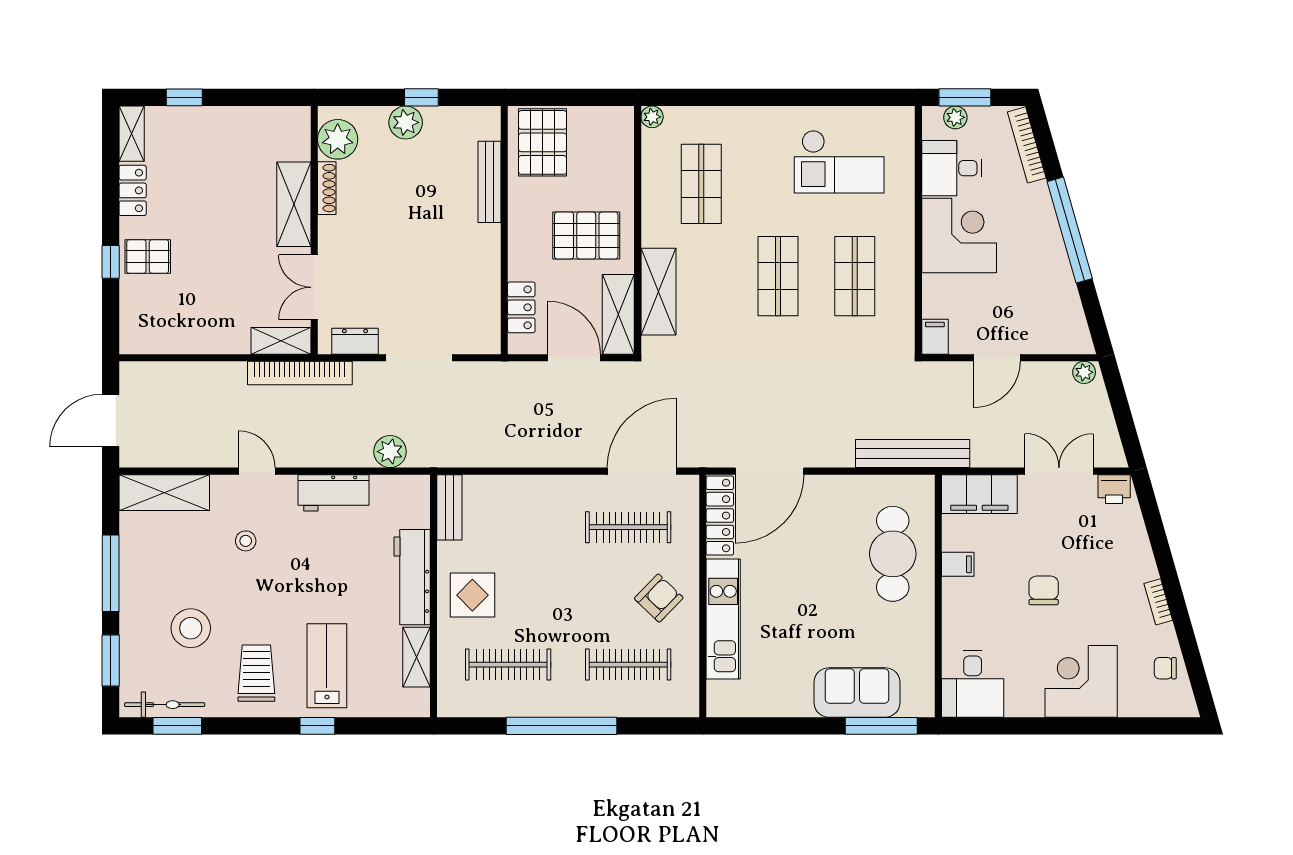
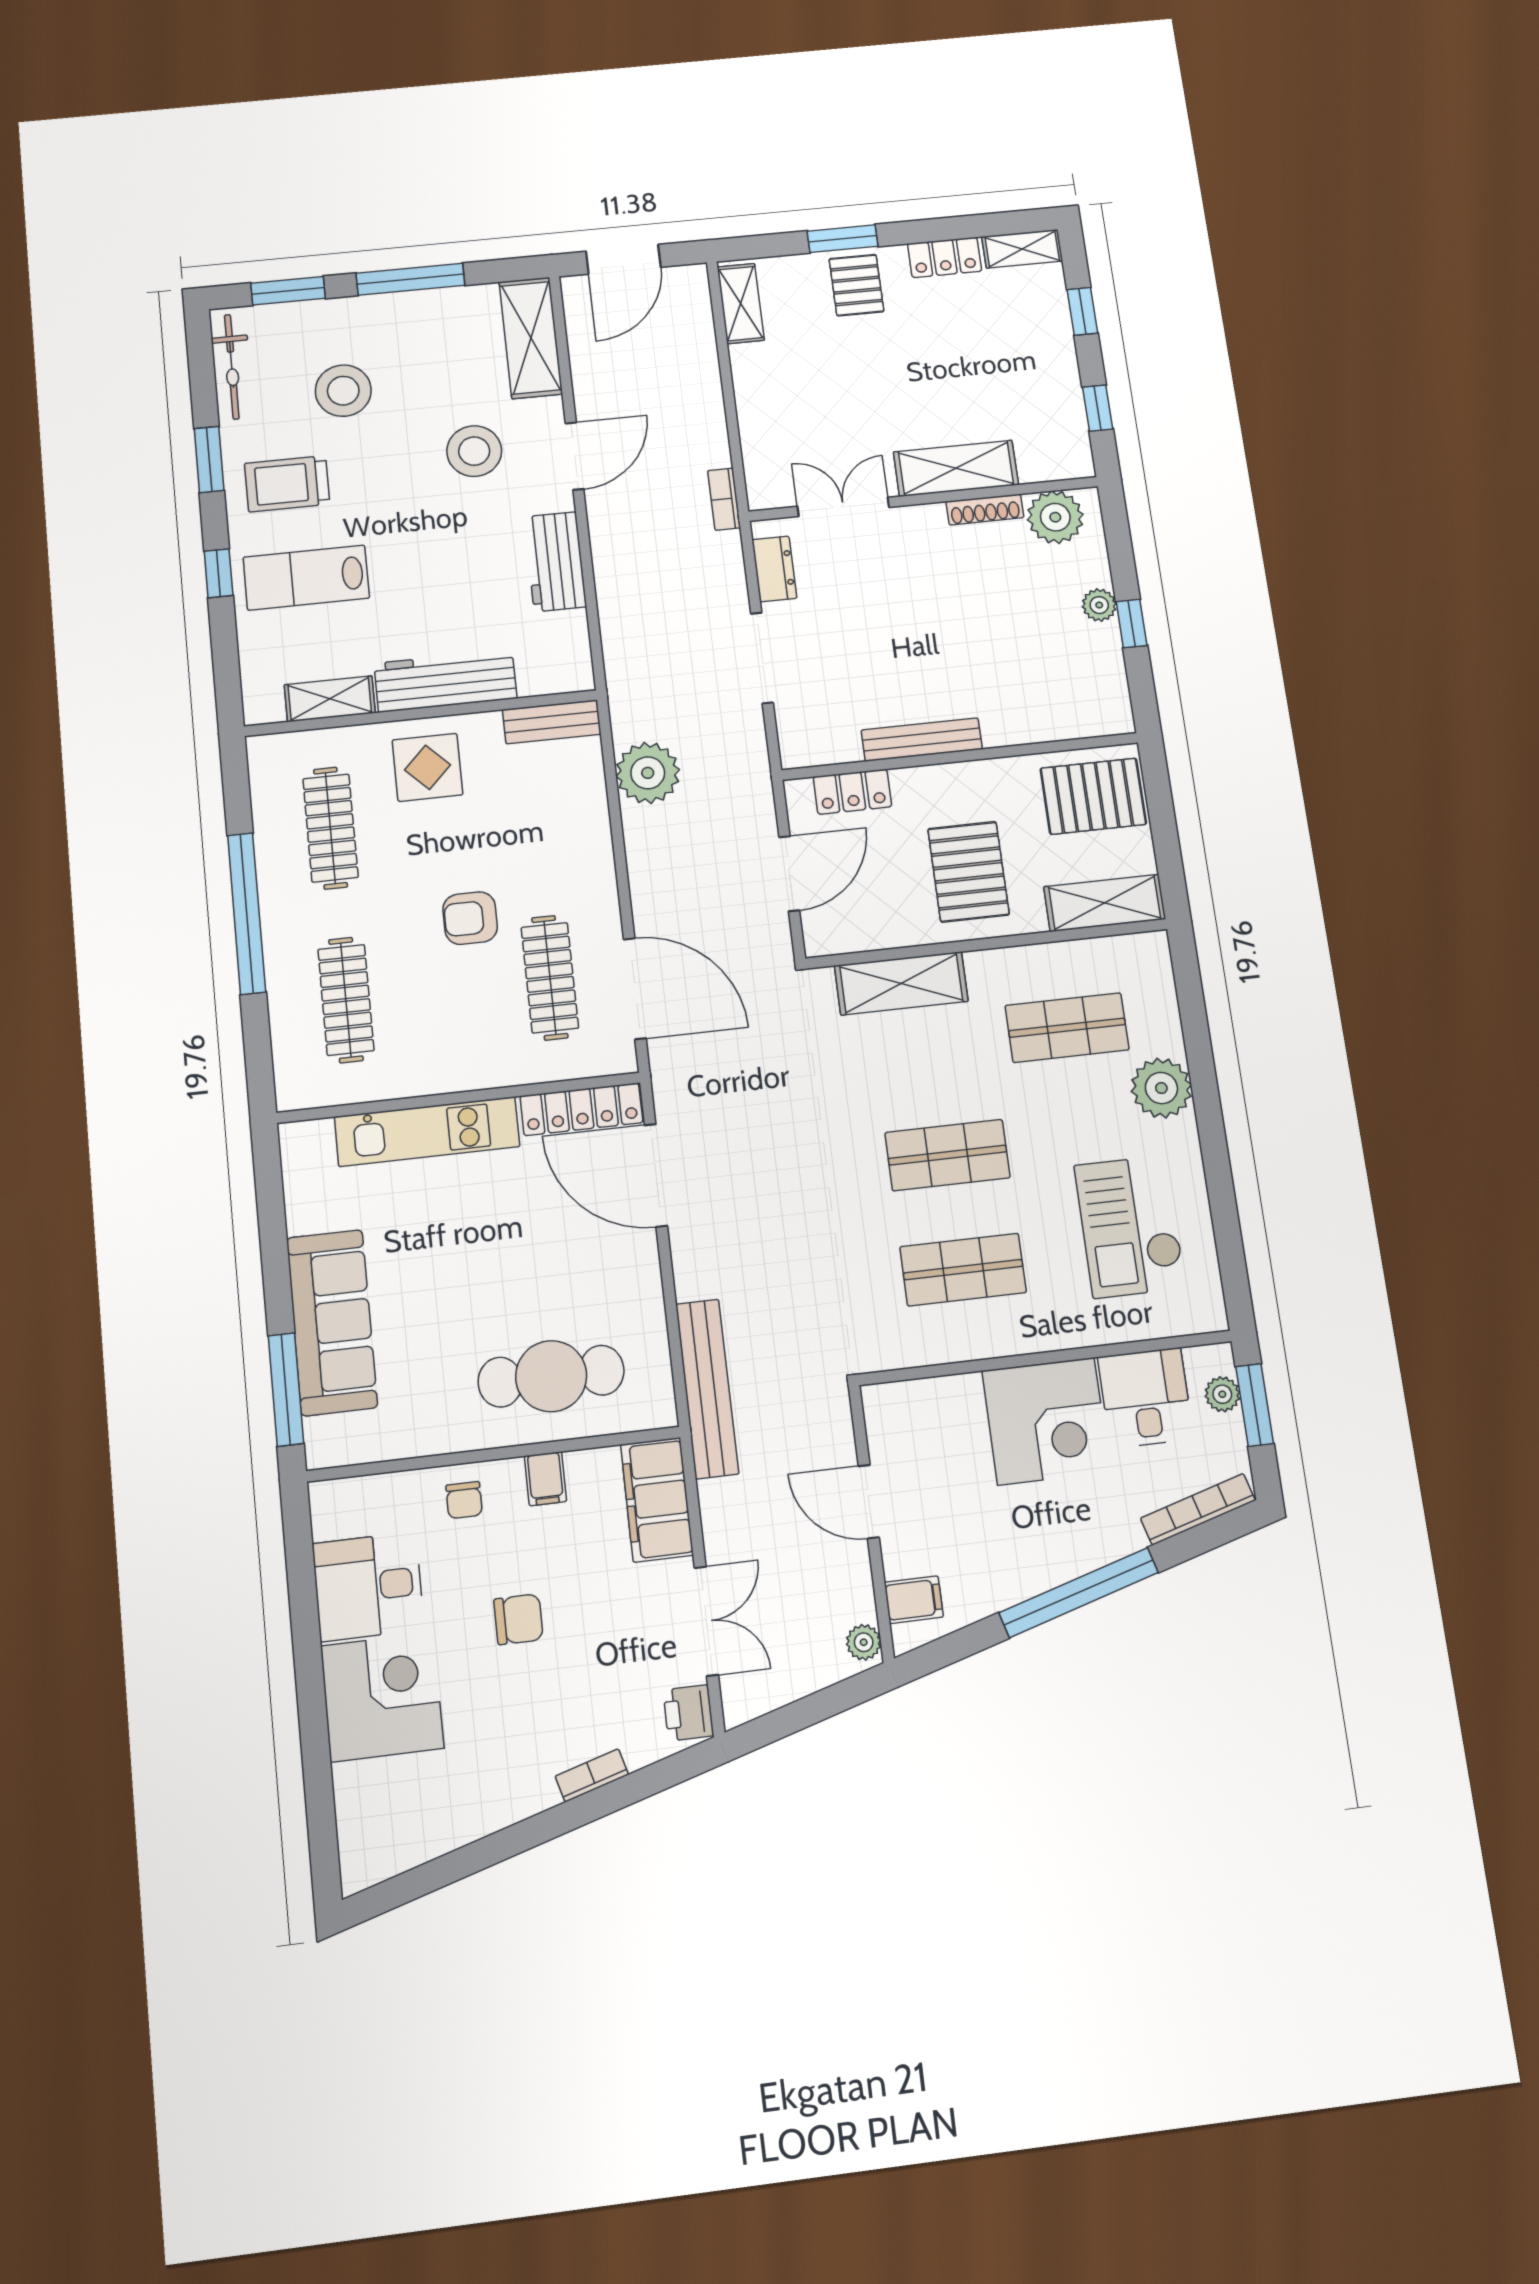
window: (259, 97) -> (1098, 408), added
plant: (652, 117) -> (1161, 1088), moved, width x1.88, depth x1.88
plant: (406, 122) -> (1099, 605), width x0.73, depth x0.73
bench: (489, 182) -> (922, 740), moved
window: (111, 262) -> (843, 239), width x1.50
shelving: (618, 314) -> (1105, 903), moved
filing cabinet: (935, 337) -> (914, 1600), moved
shelving: (281, 341) -> (741, 304), moved
bookcase: (300, 373) -> (724, 499), width x0.43, depth x0.76
door: (111, 421) -> (623, 259), swing flipped
plant: (390, 452) -> (648, 773), moved, width x1.36, depth x1.36
door: (257, 471) -> (575, 456), width x1.38
stool: (246, 541) -> (474, 451), width x1.89, depth x1.89
armchair: (659, 598) -> (470, 918), moved, turned 136
bookcase: (1158, 602) -> (592, 1775), moved
lab bench: (327, 666) -> (306, 578), turned 180
chair: (1165, 668) -> (464, 1500), moved, turned 180
trolley: (256, 673) -> (287, 484), turned 180
desk: (973, 684) -> (368, 1587), moved
sofa: (857, 692) -> (332, 1322), width x1.36
window: (177, 726) -> (209, 460), moved

